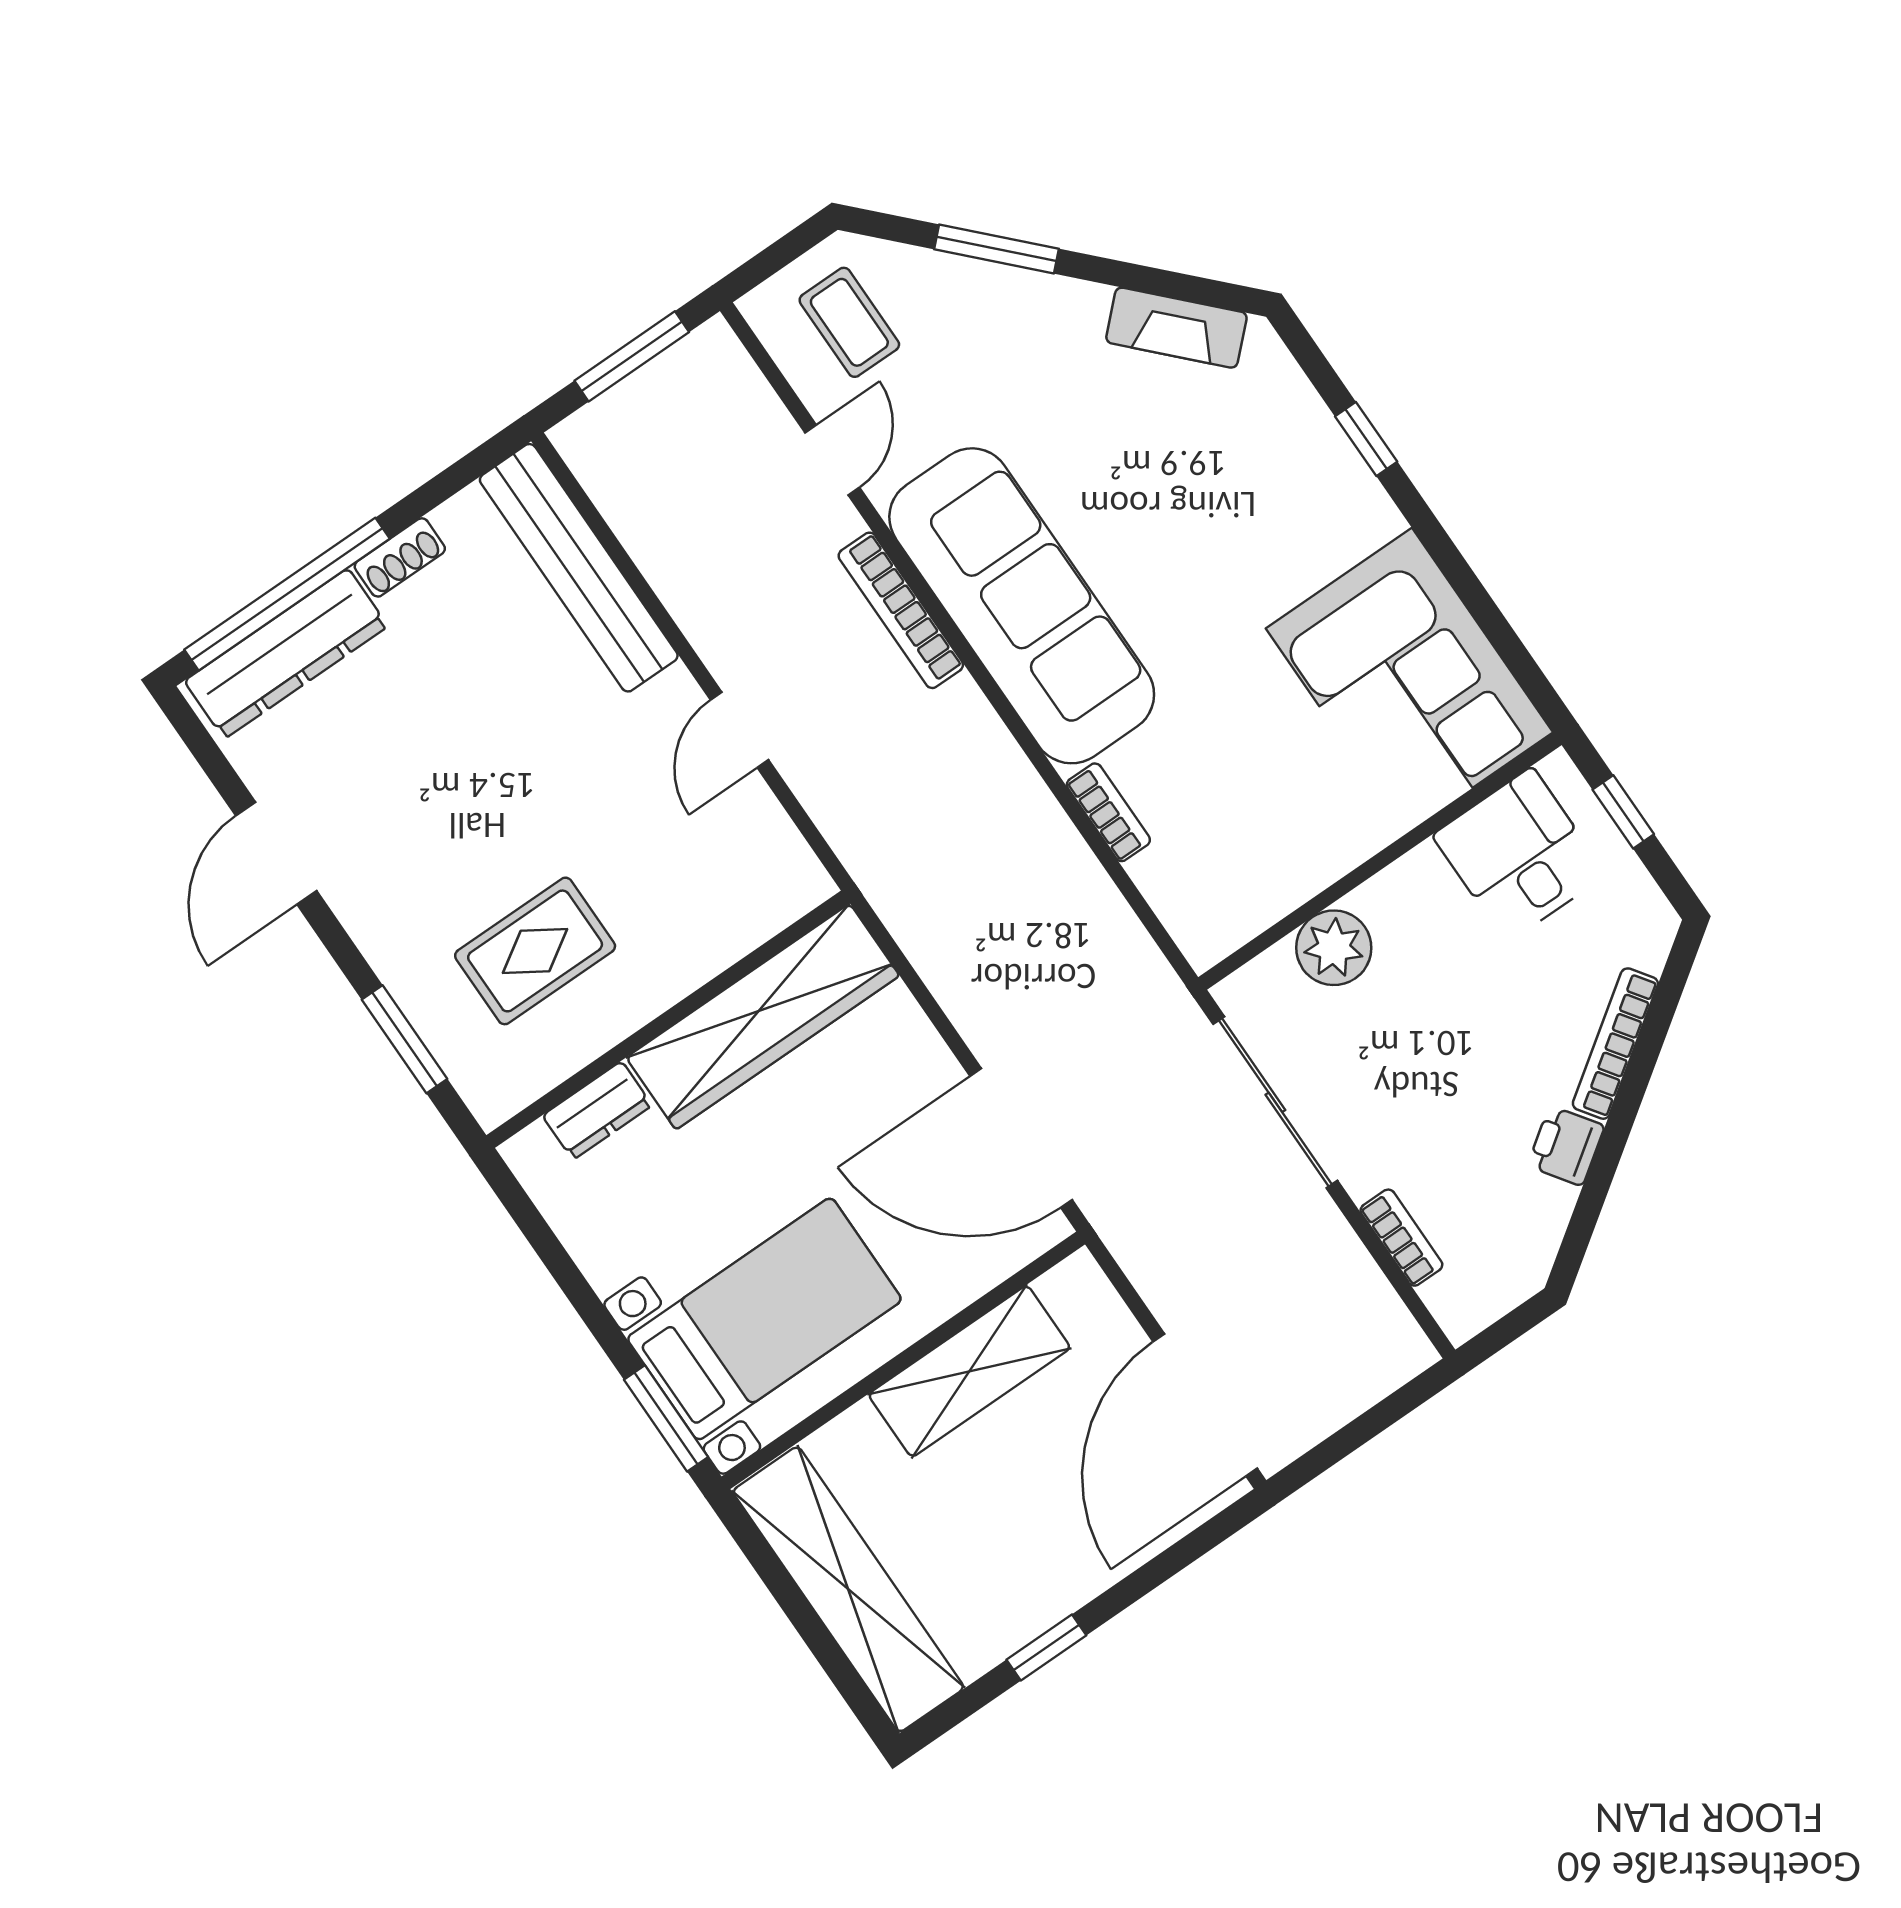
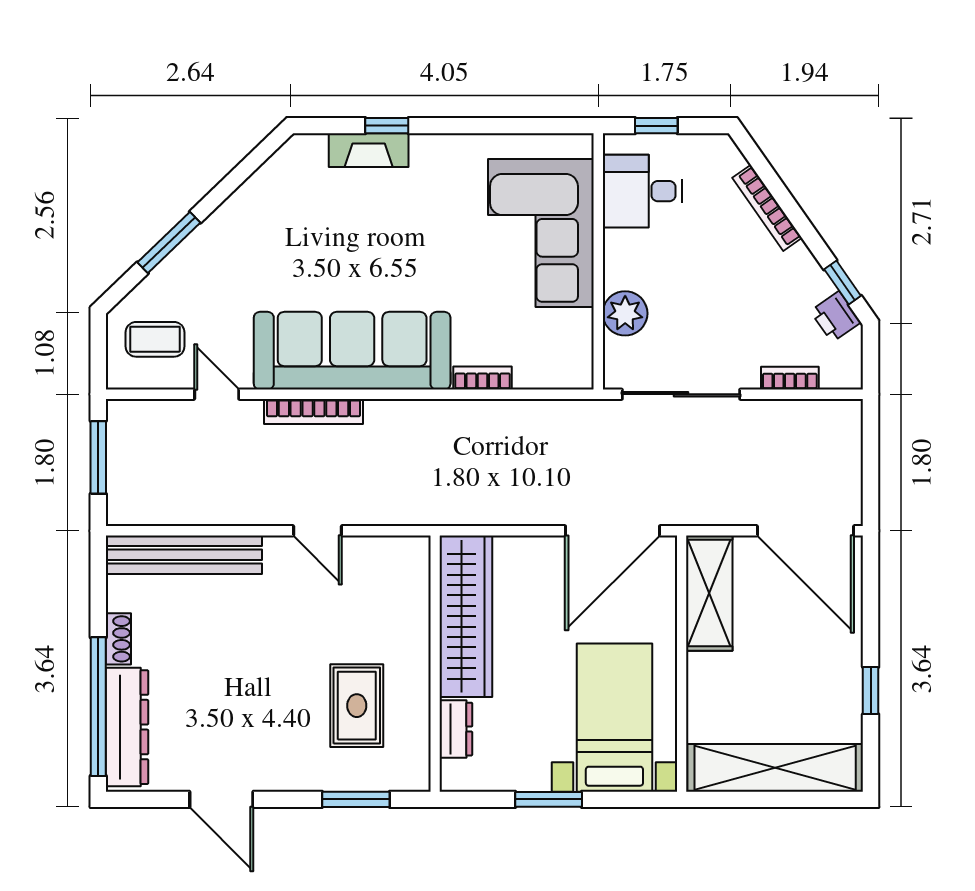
fireplace: (1176, 328) -> (369, 150), moved, turned 44
corner sofa: (1409, 680) -> (541, 233), moved, turned 90
printer: (1566, 1146) -> (836, 317), moved
window: (1584, 1219) -> (843, 283), added
shelving: (969, 1371) -> (709, 593), moved
window: (666, 1418) -> (549, 799), moved

